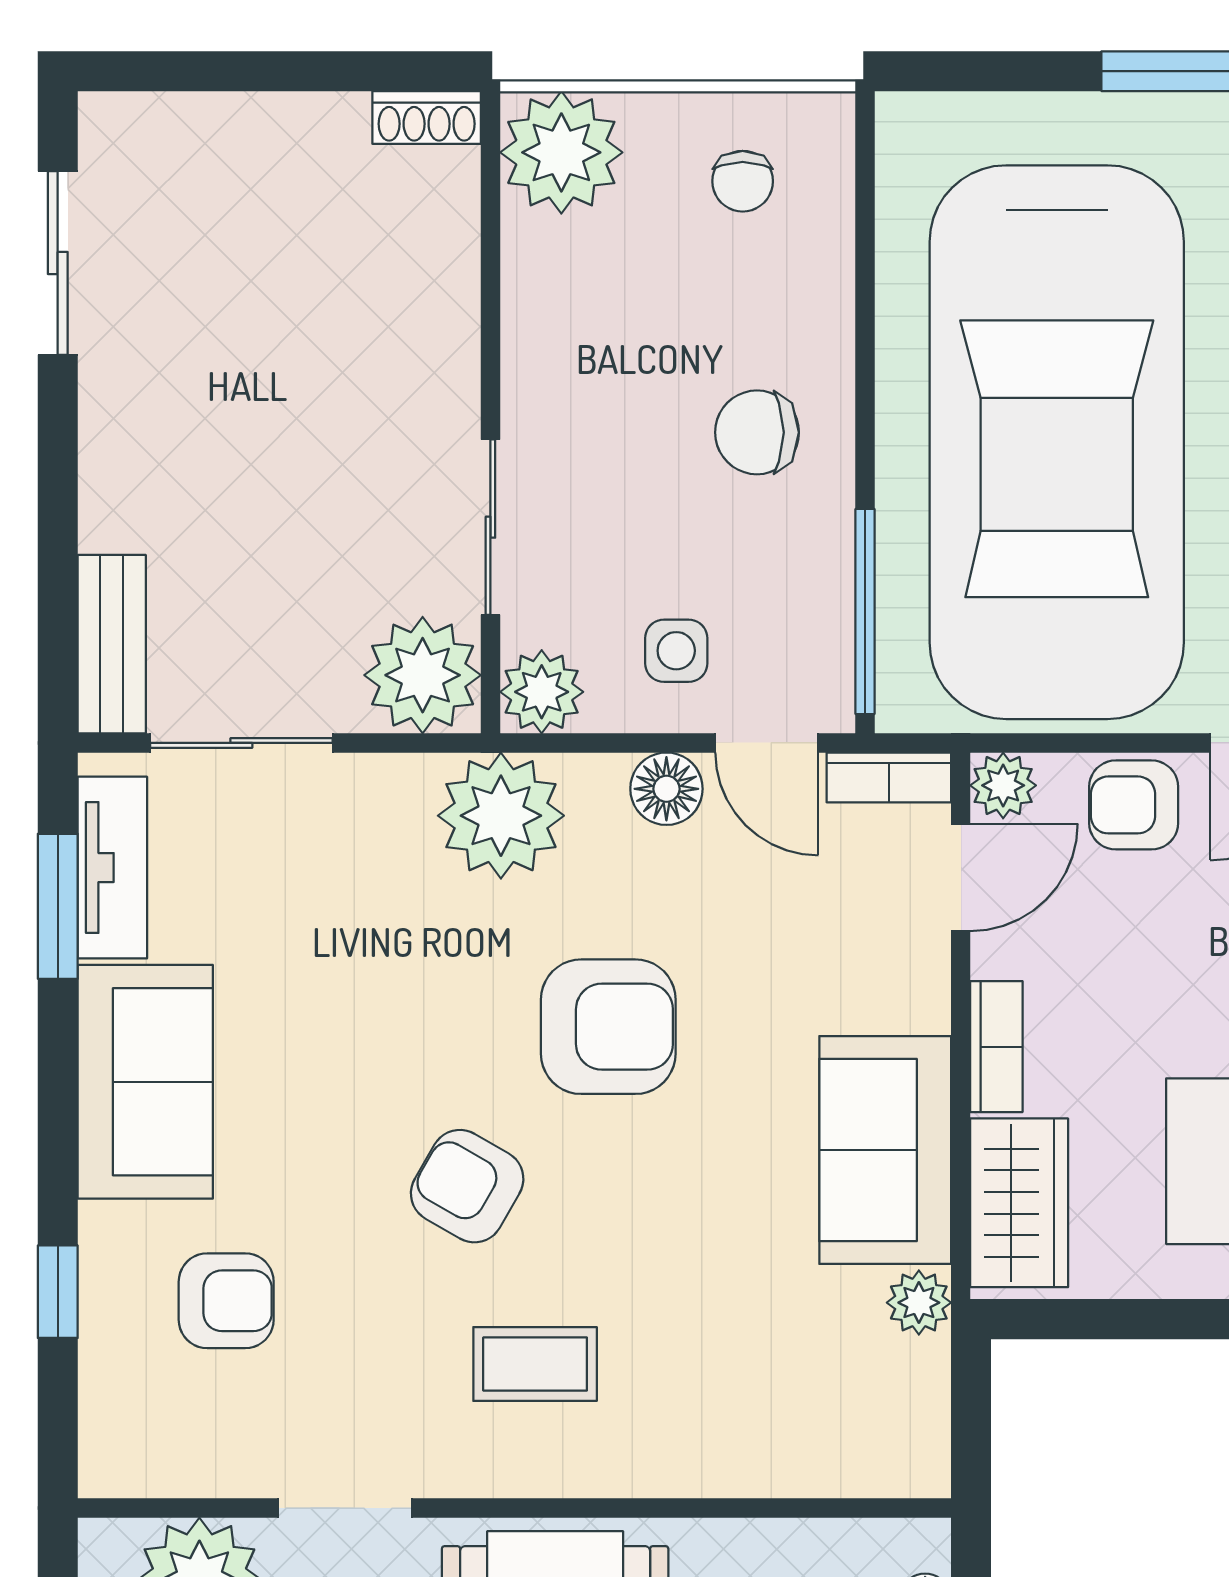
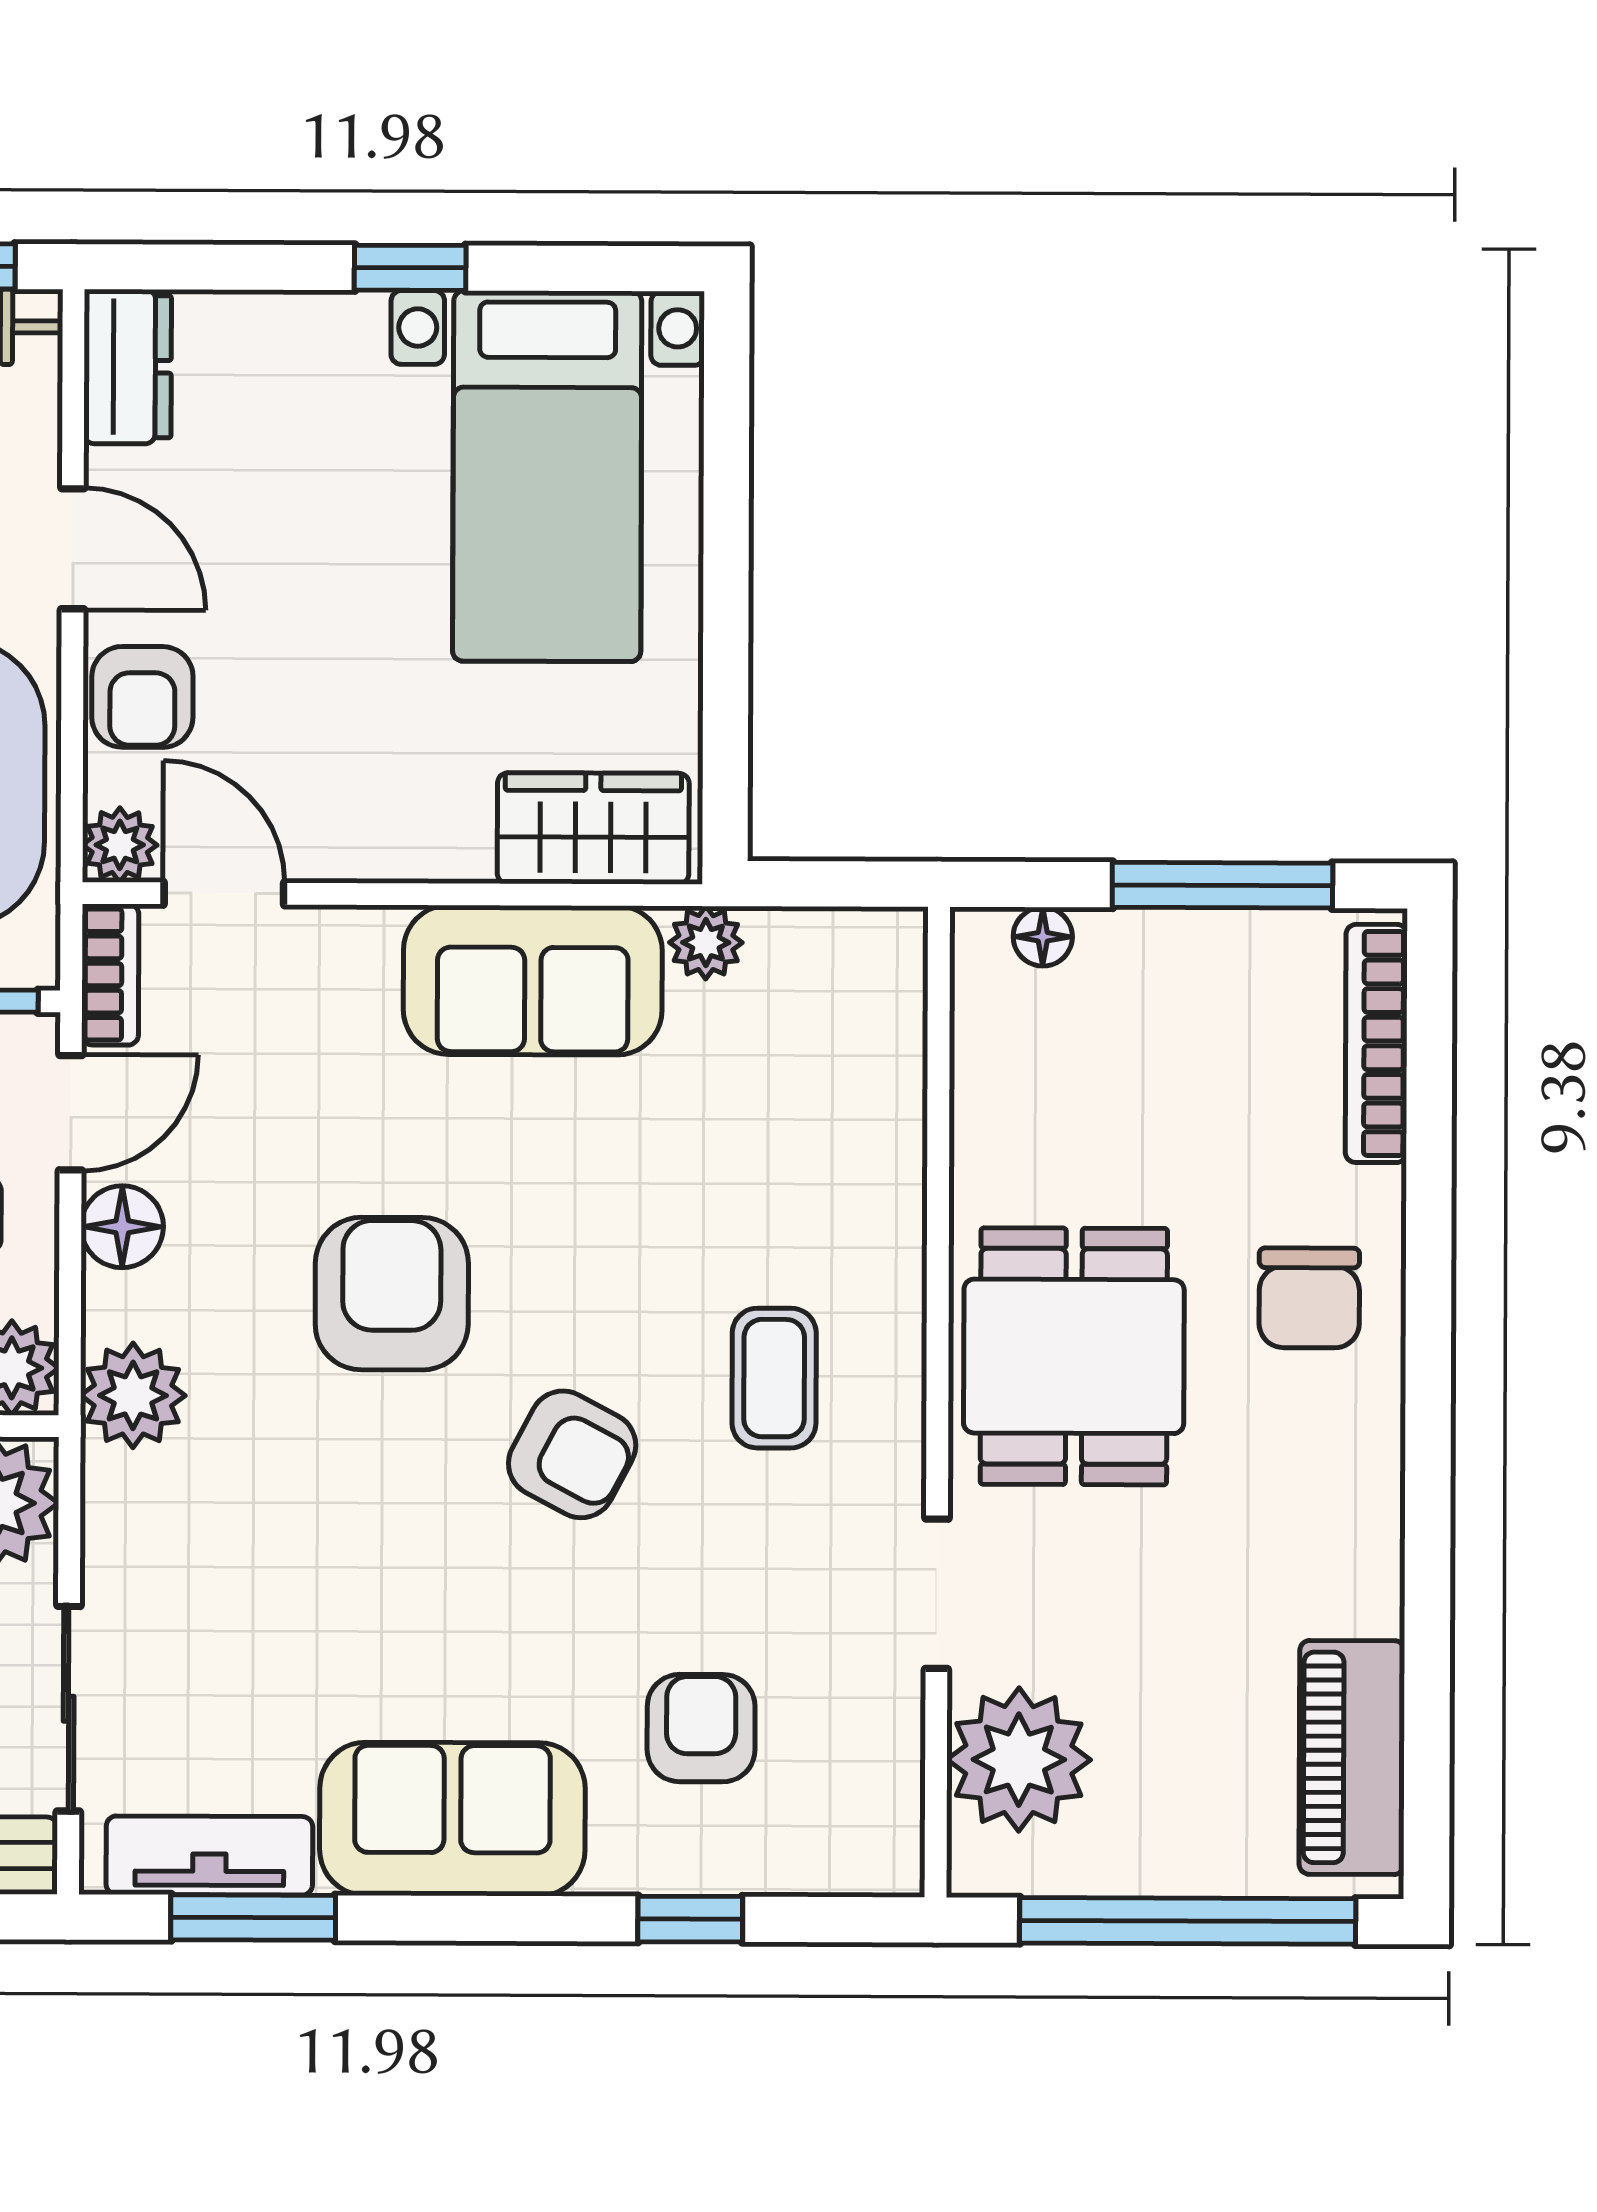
plant: (501, 816) -> (133, 1395), width x0.73, depth x0.73
bookcase: (996, 1047) -> (416, 854), removed
armchair: (467, 1186) -> (572, 1454), turned -92

